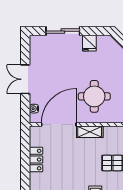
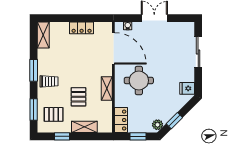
fridge: (89, 43) -> (187, 88), moved
shelving: (90, 132) -> (107, 88), moved

